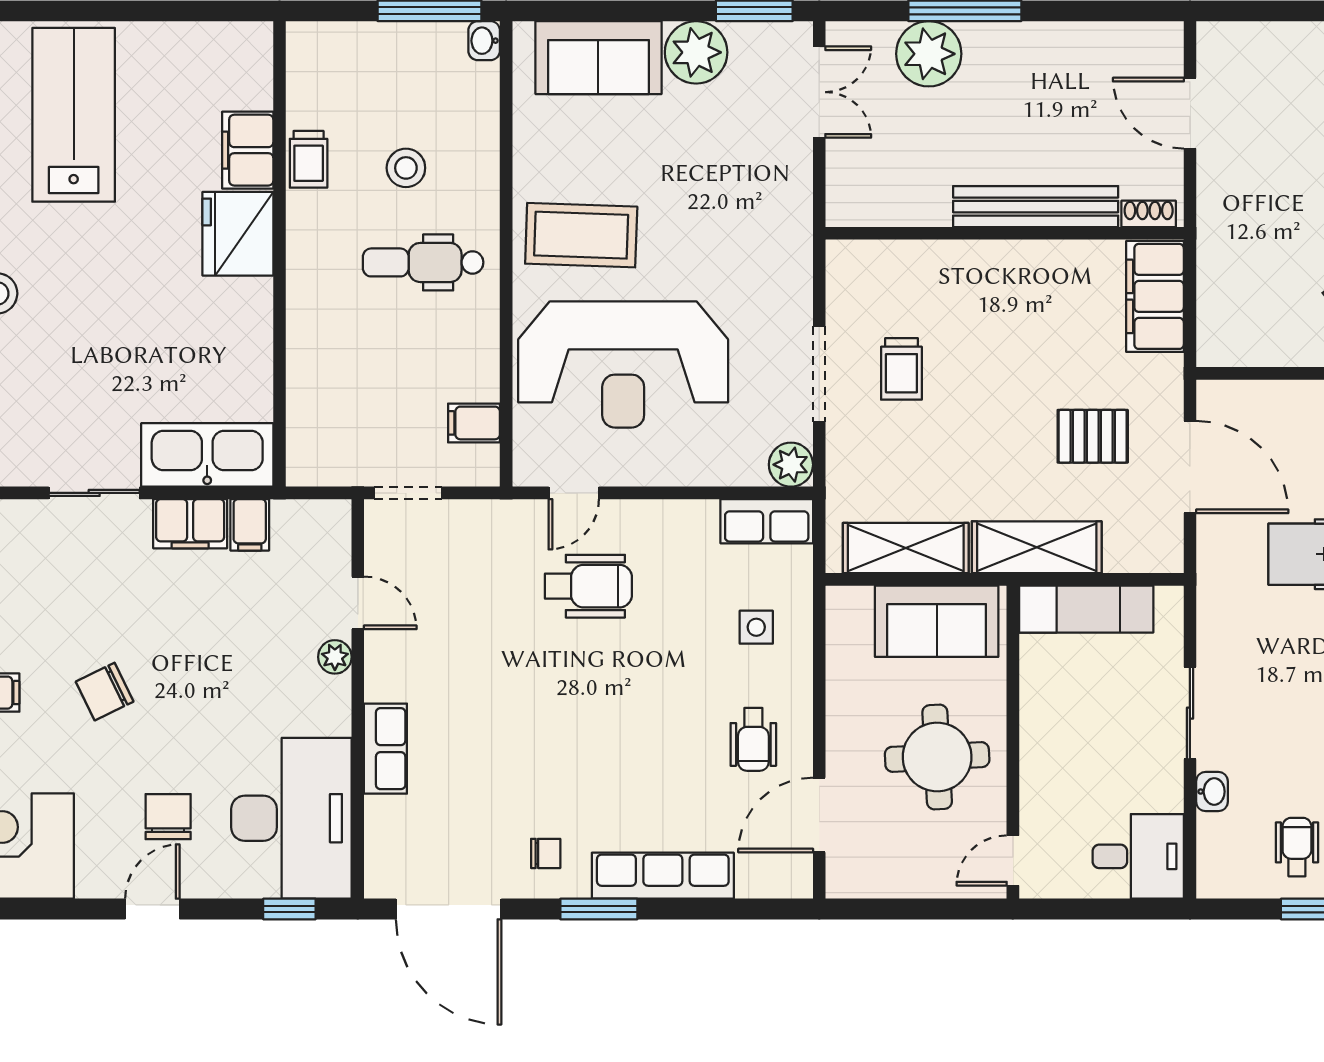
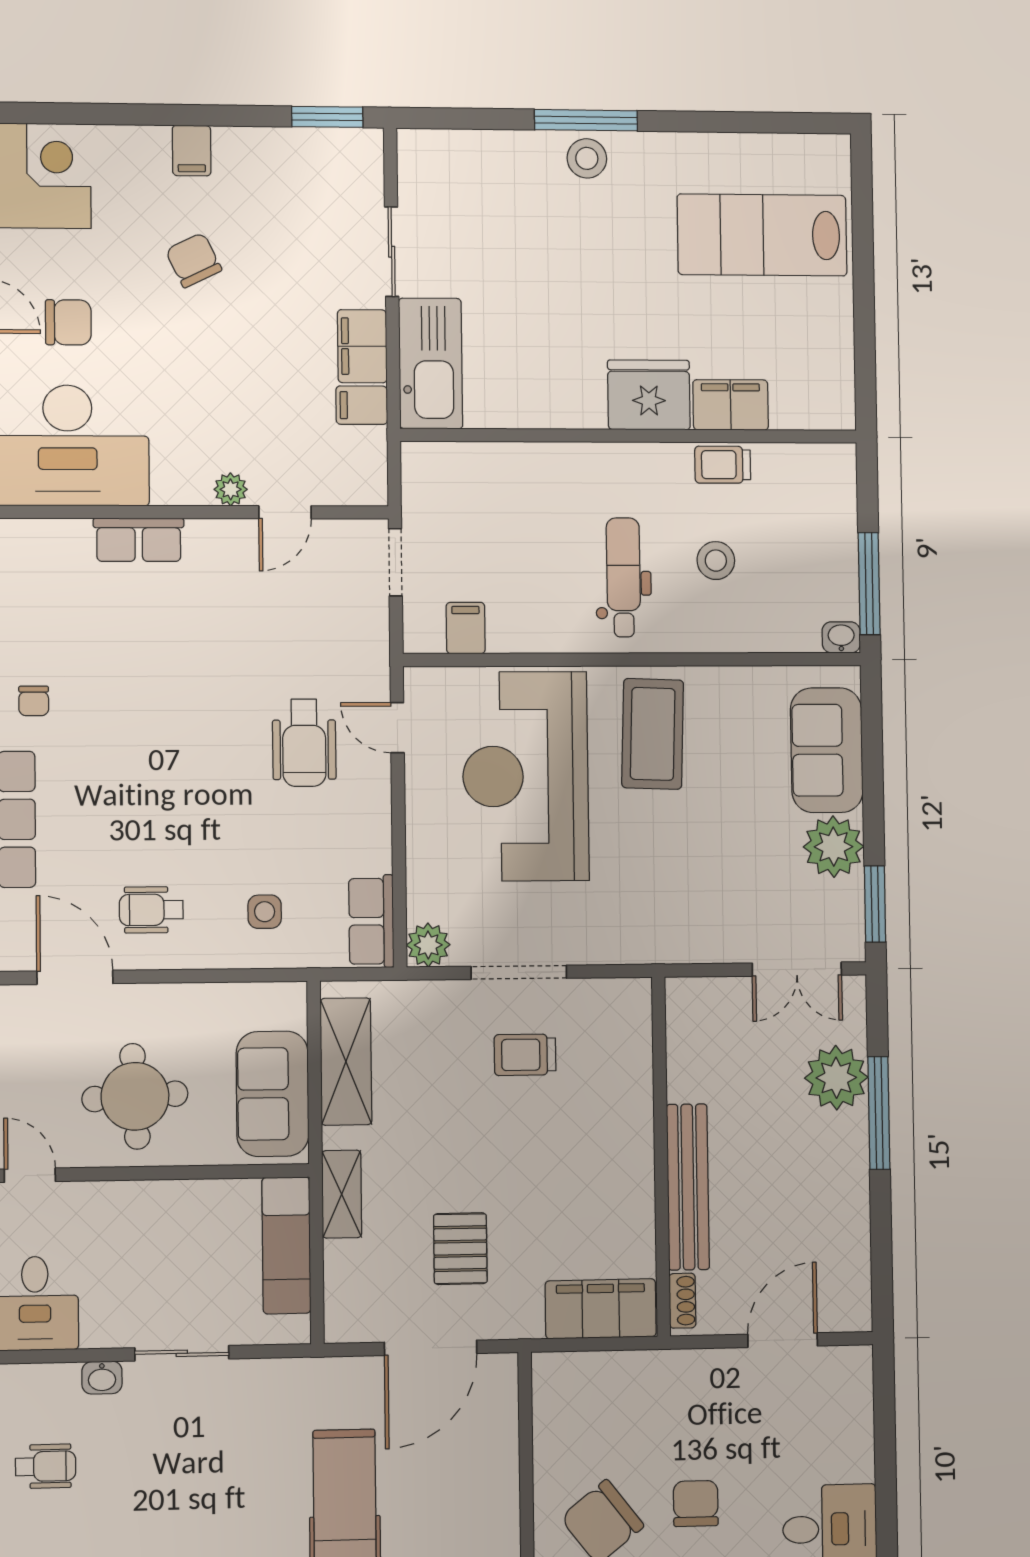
lab bench: (74, 115) -> (762, 235), turned 180
shelving: (1037, 547) -> (342, 1194), width x0.67, depth x0.75

